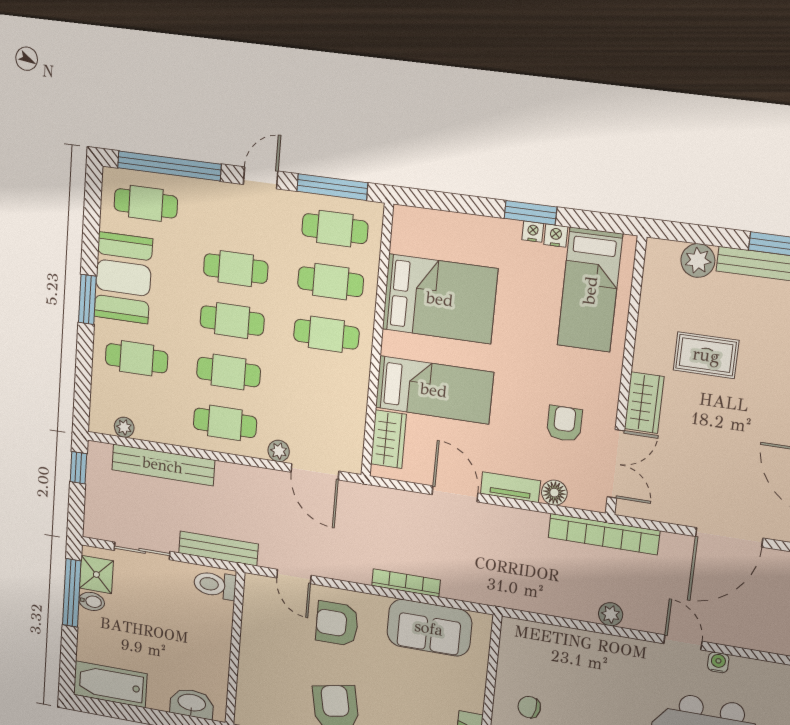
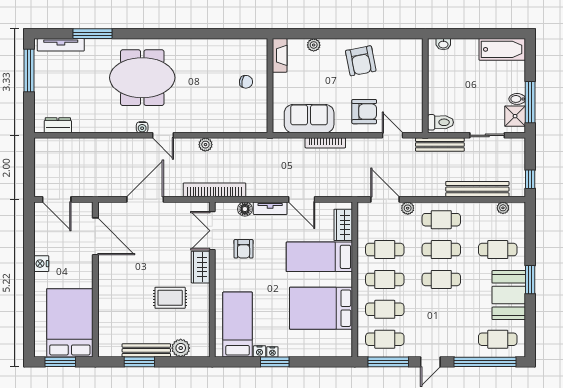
cafe table: (236, 269) -> (385, 250), moved
washbasin: (192, 703) -> (443, 44), width x0.52, depth x0.69

